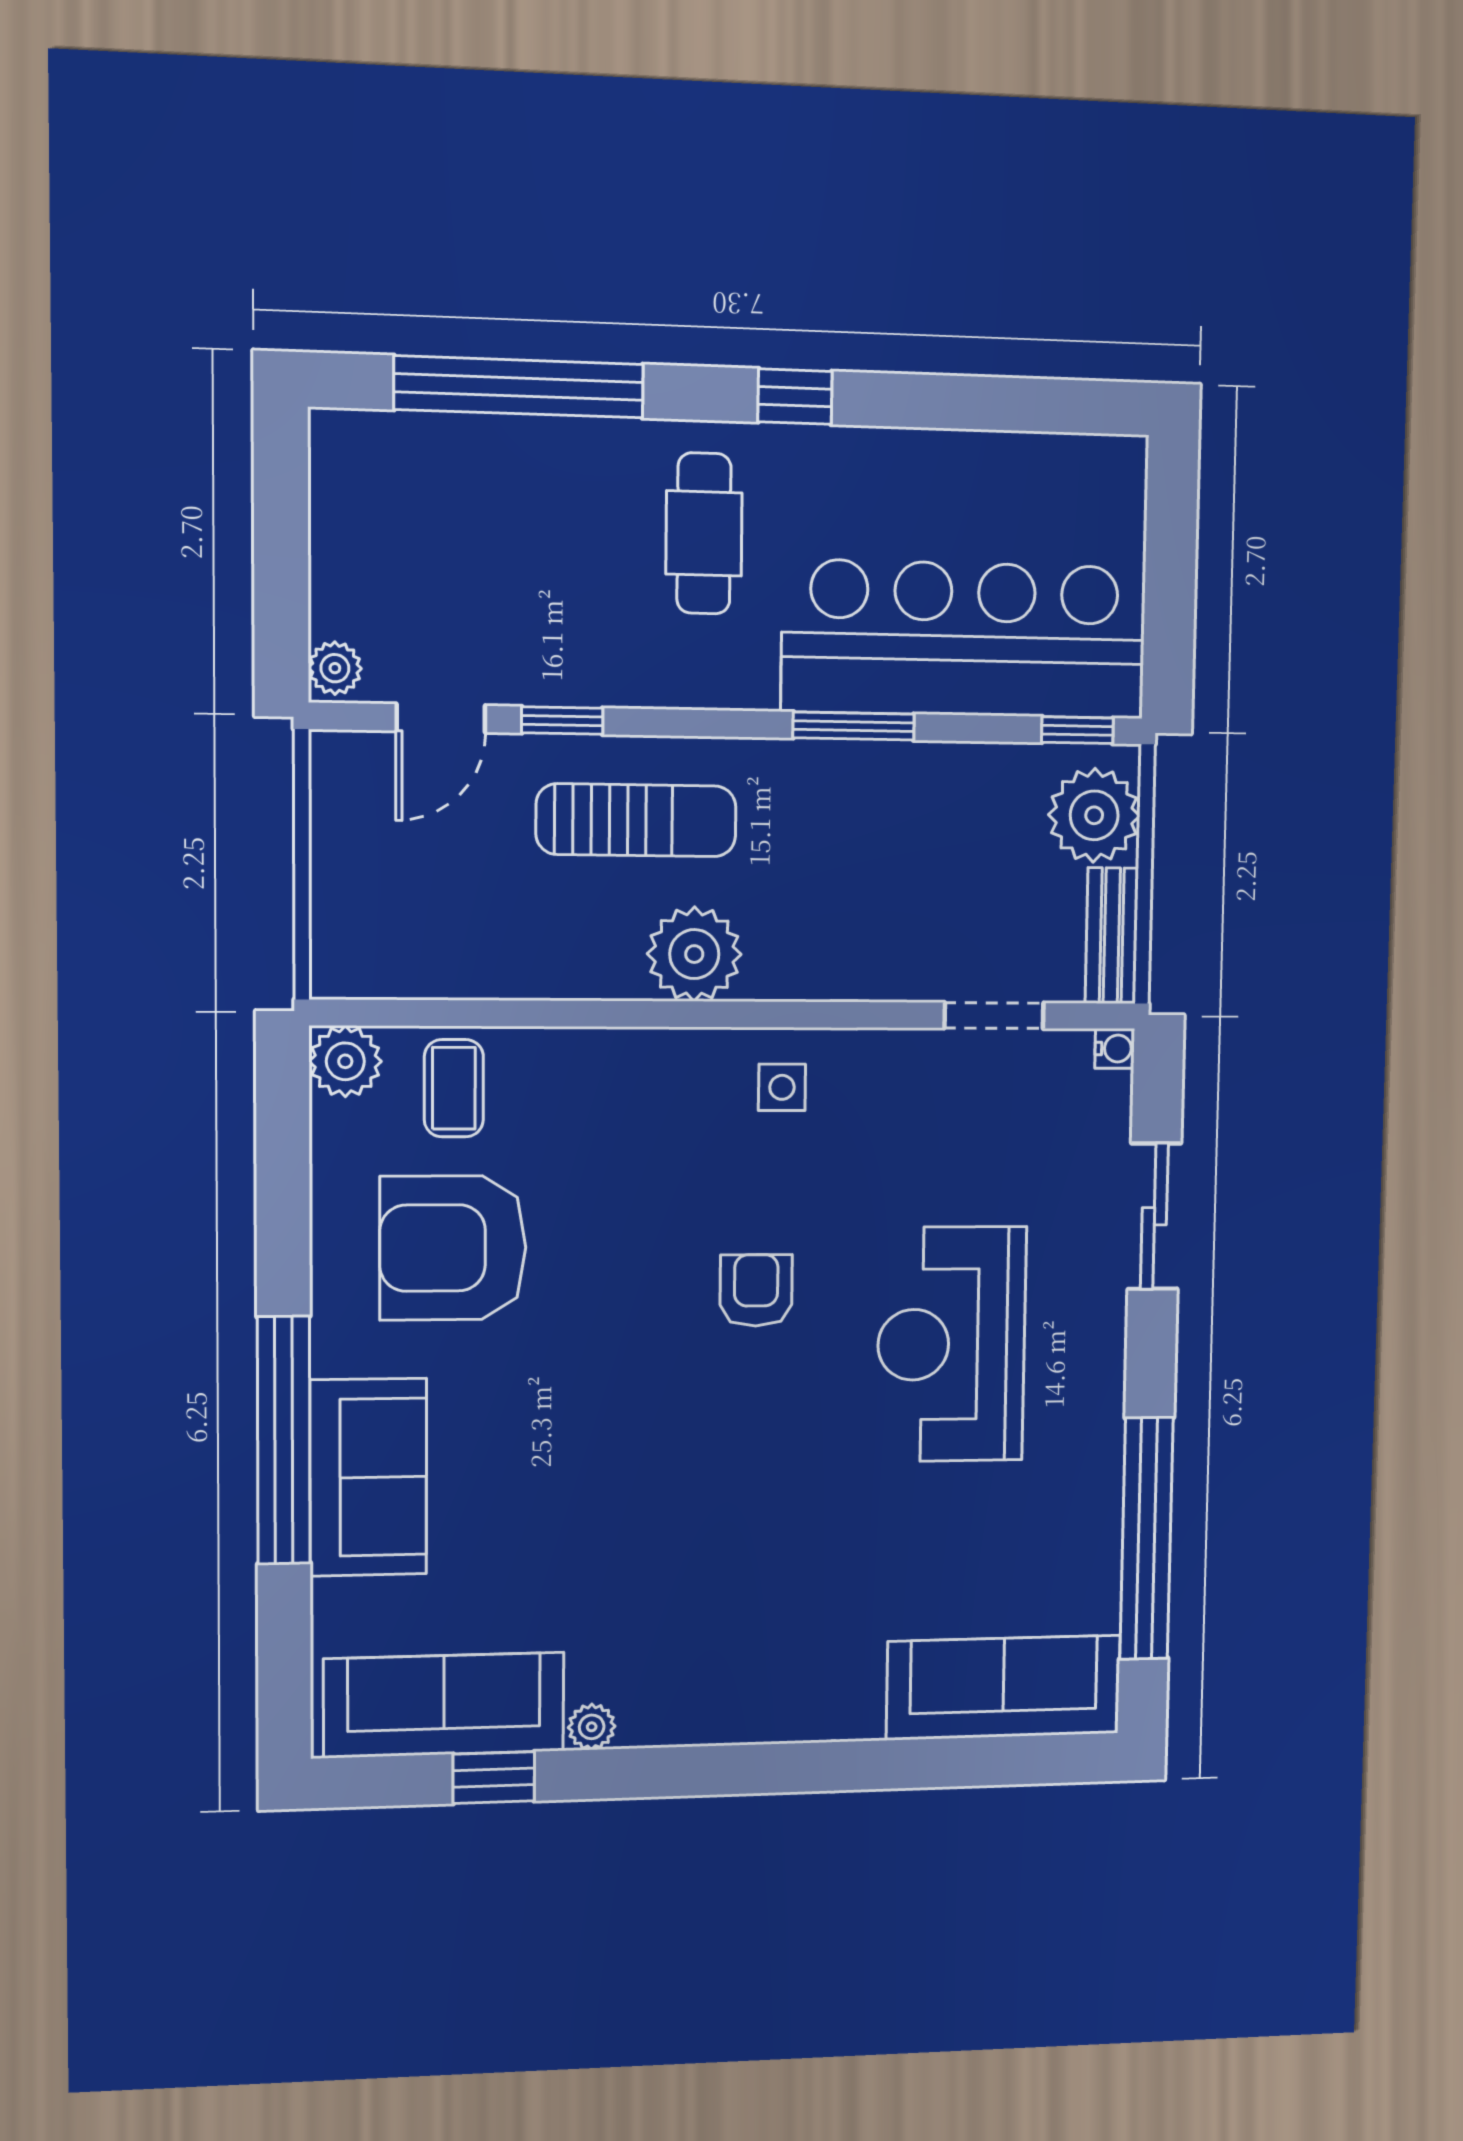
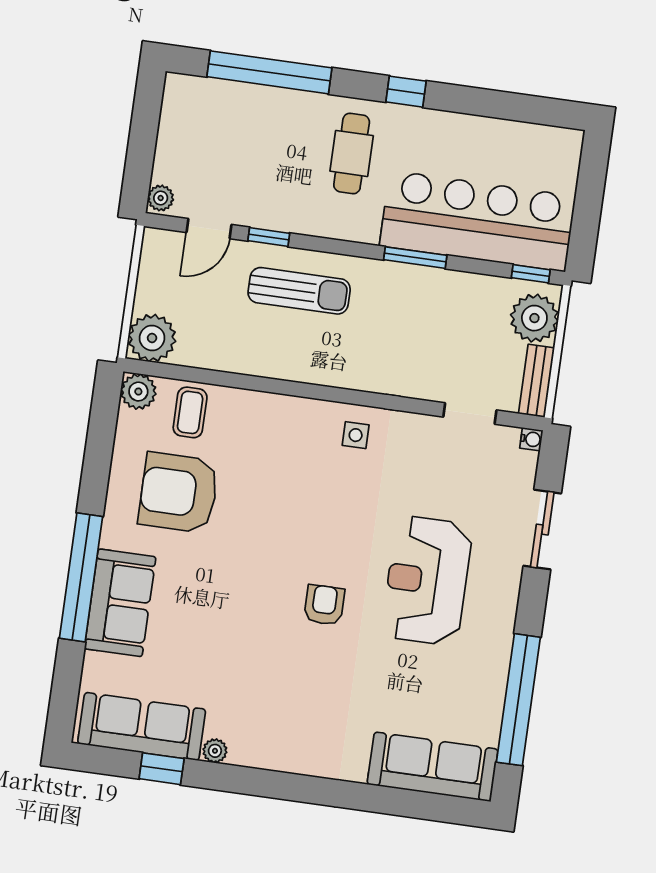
plant: (694, 954) -> (152, 338), moved
armchair: (756, 1290) -> (324, 605), moved

